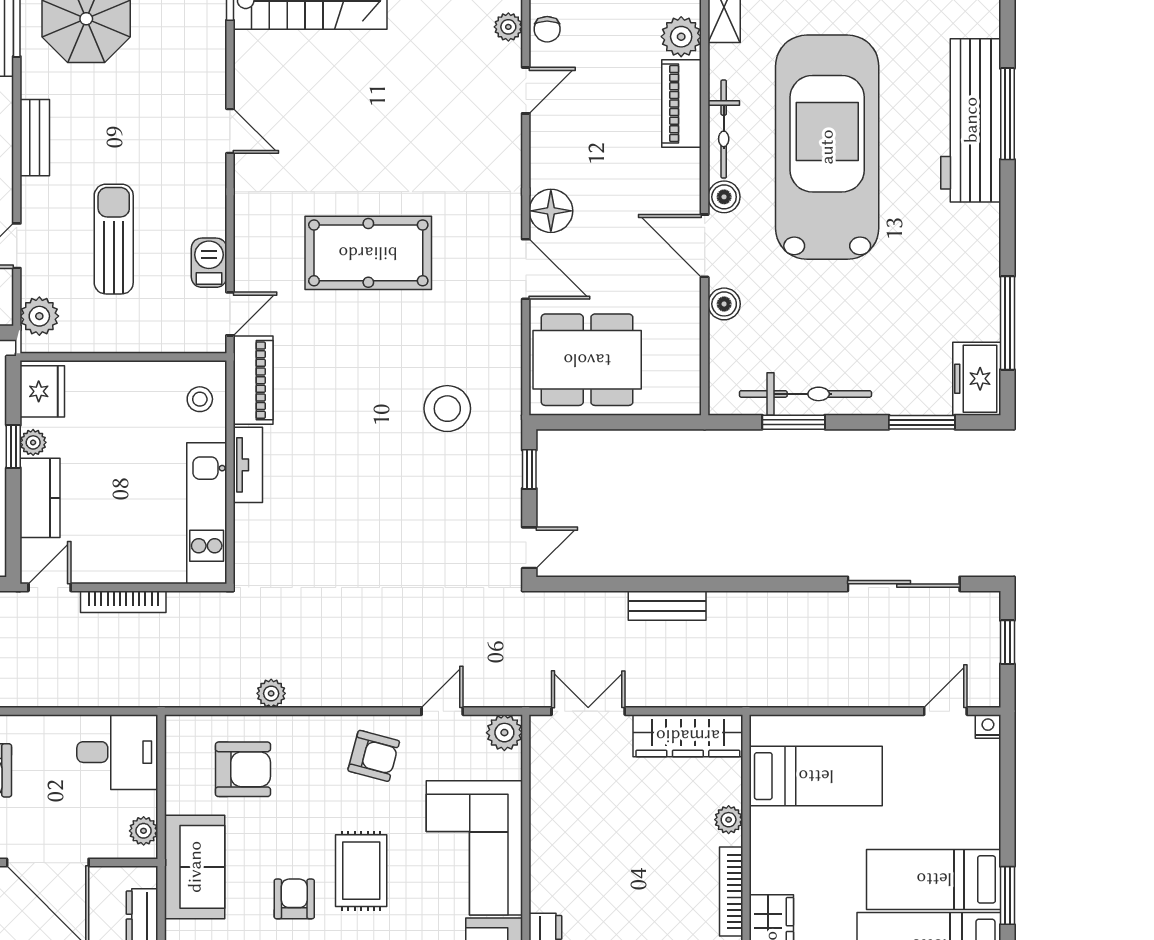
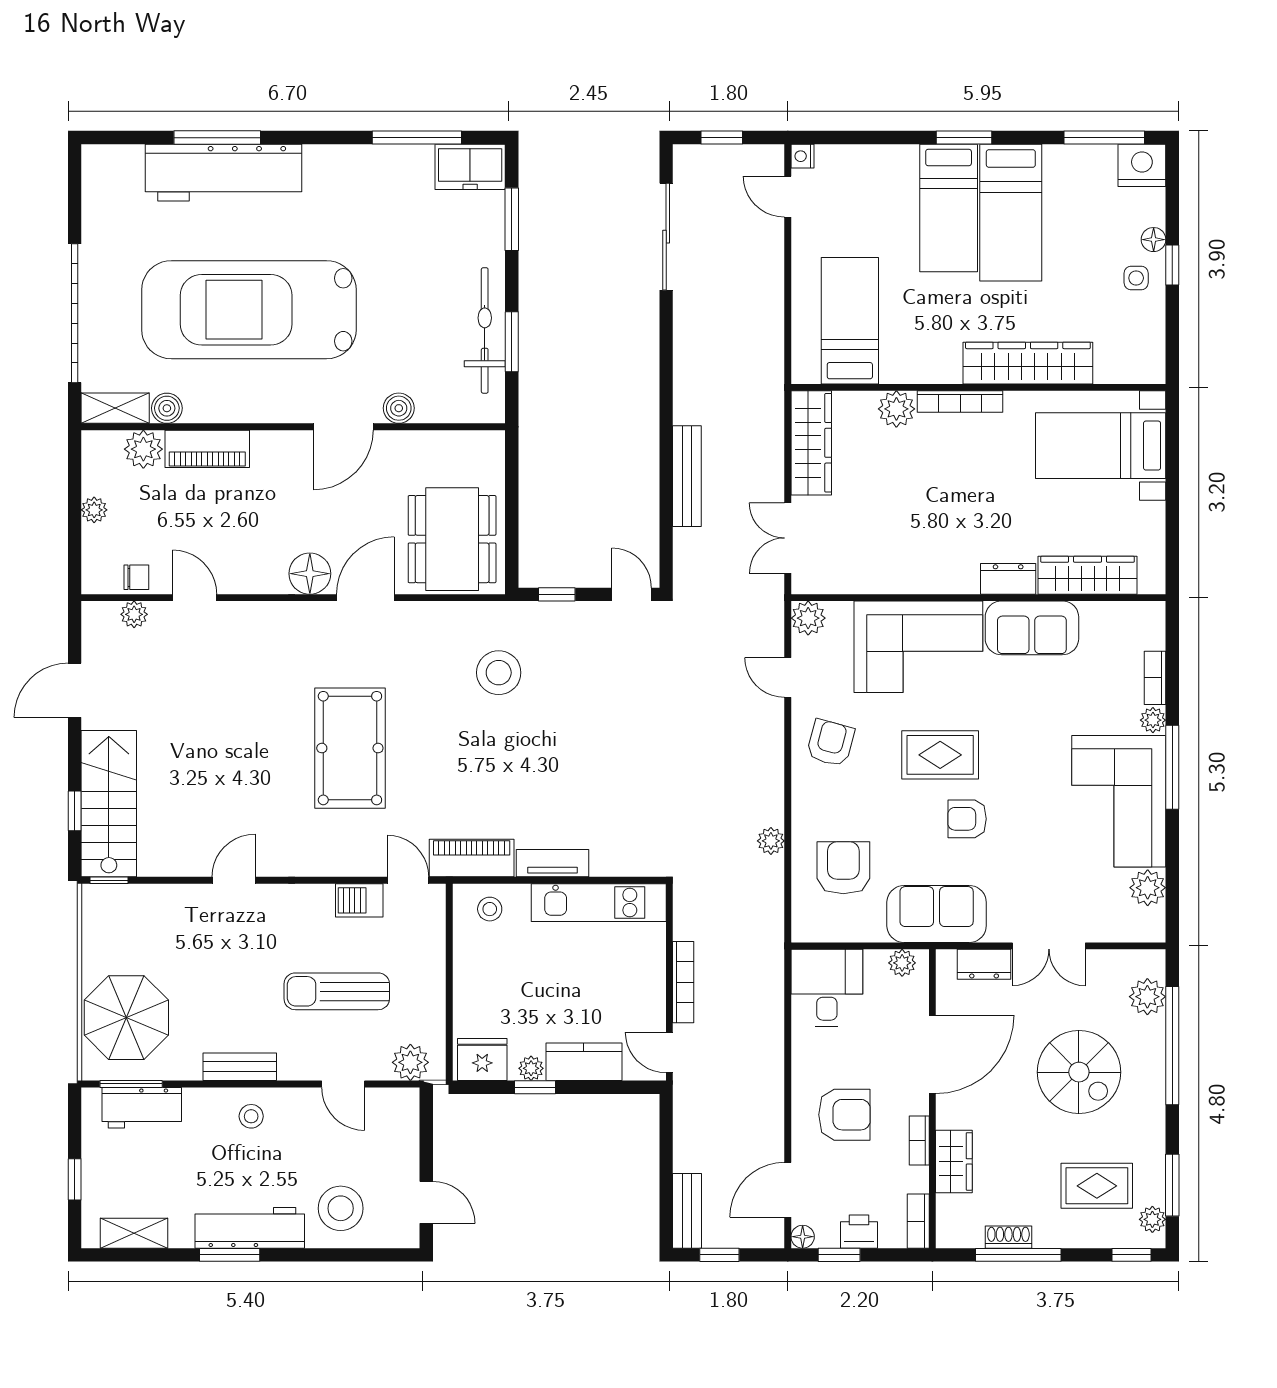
bicycle: (724, 129) -> (232, 409), removed
boiler: (724, 197) -> (167, 408), moved
bench: (667, 606) -> (687, 476), width x1.36
plant: (729, 820) -> (896, 409), width x1.38, depth x1.38

